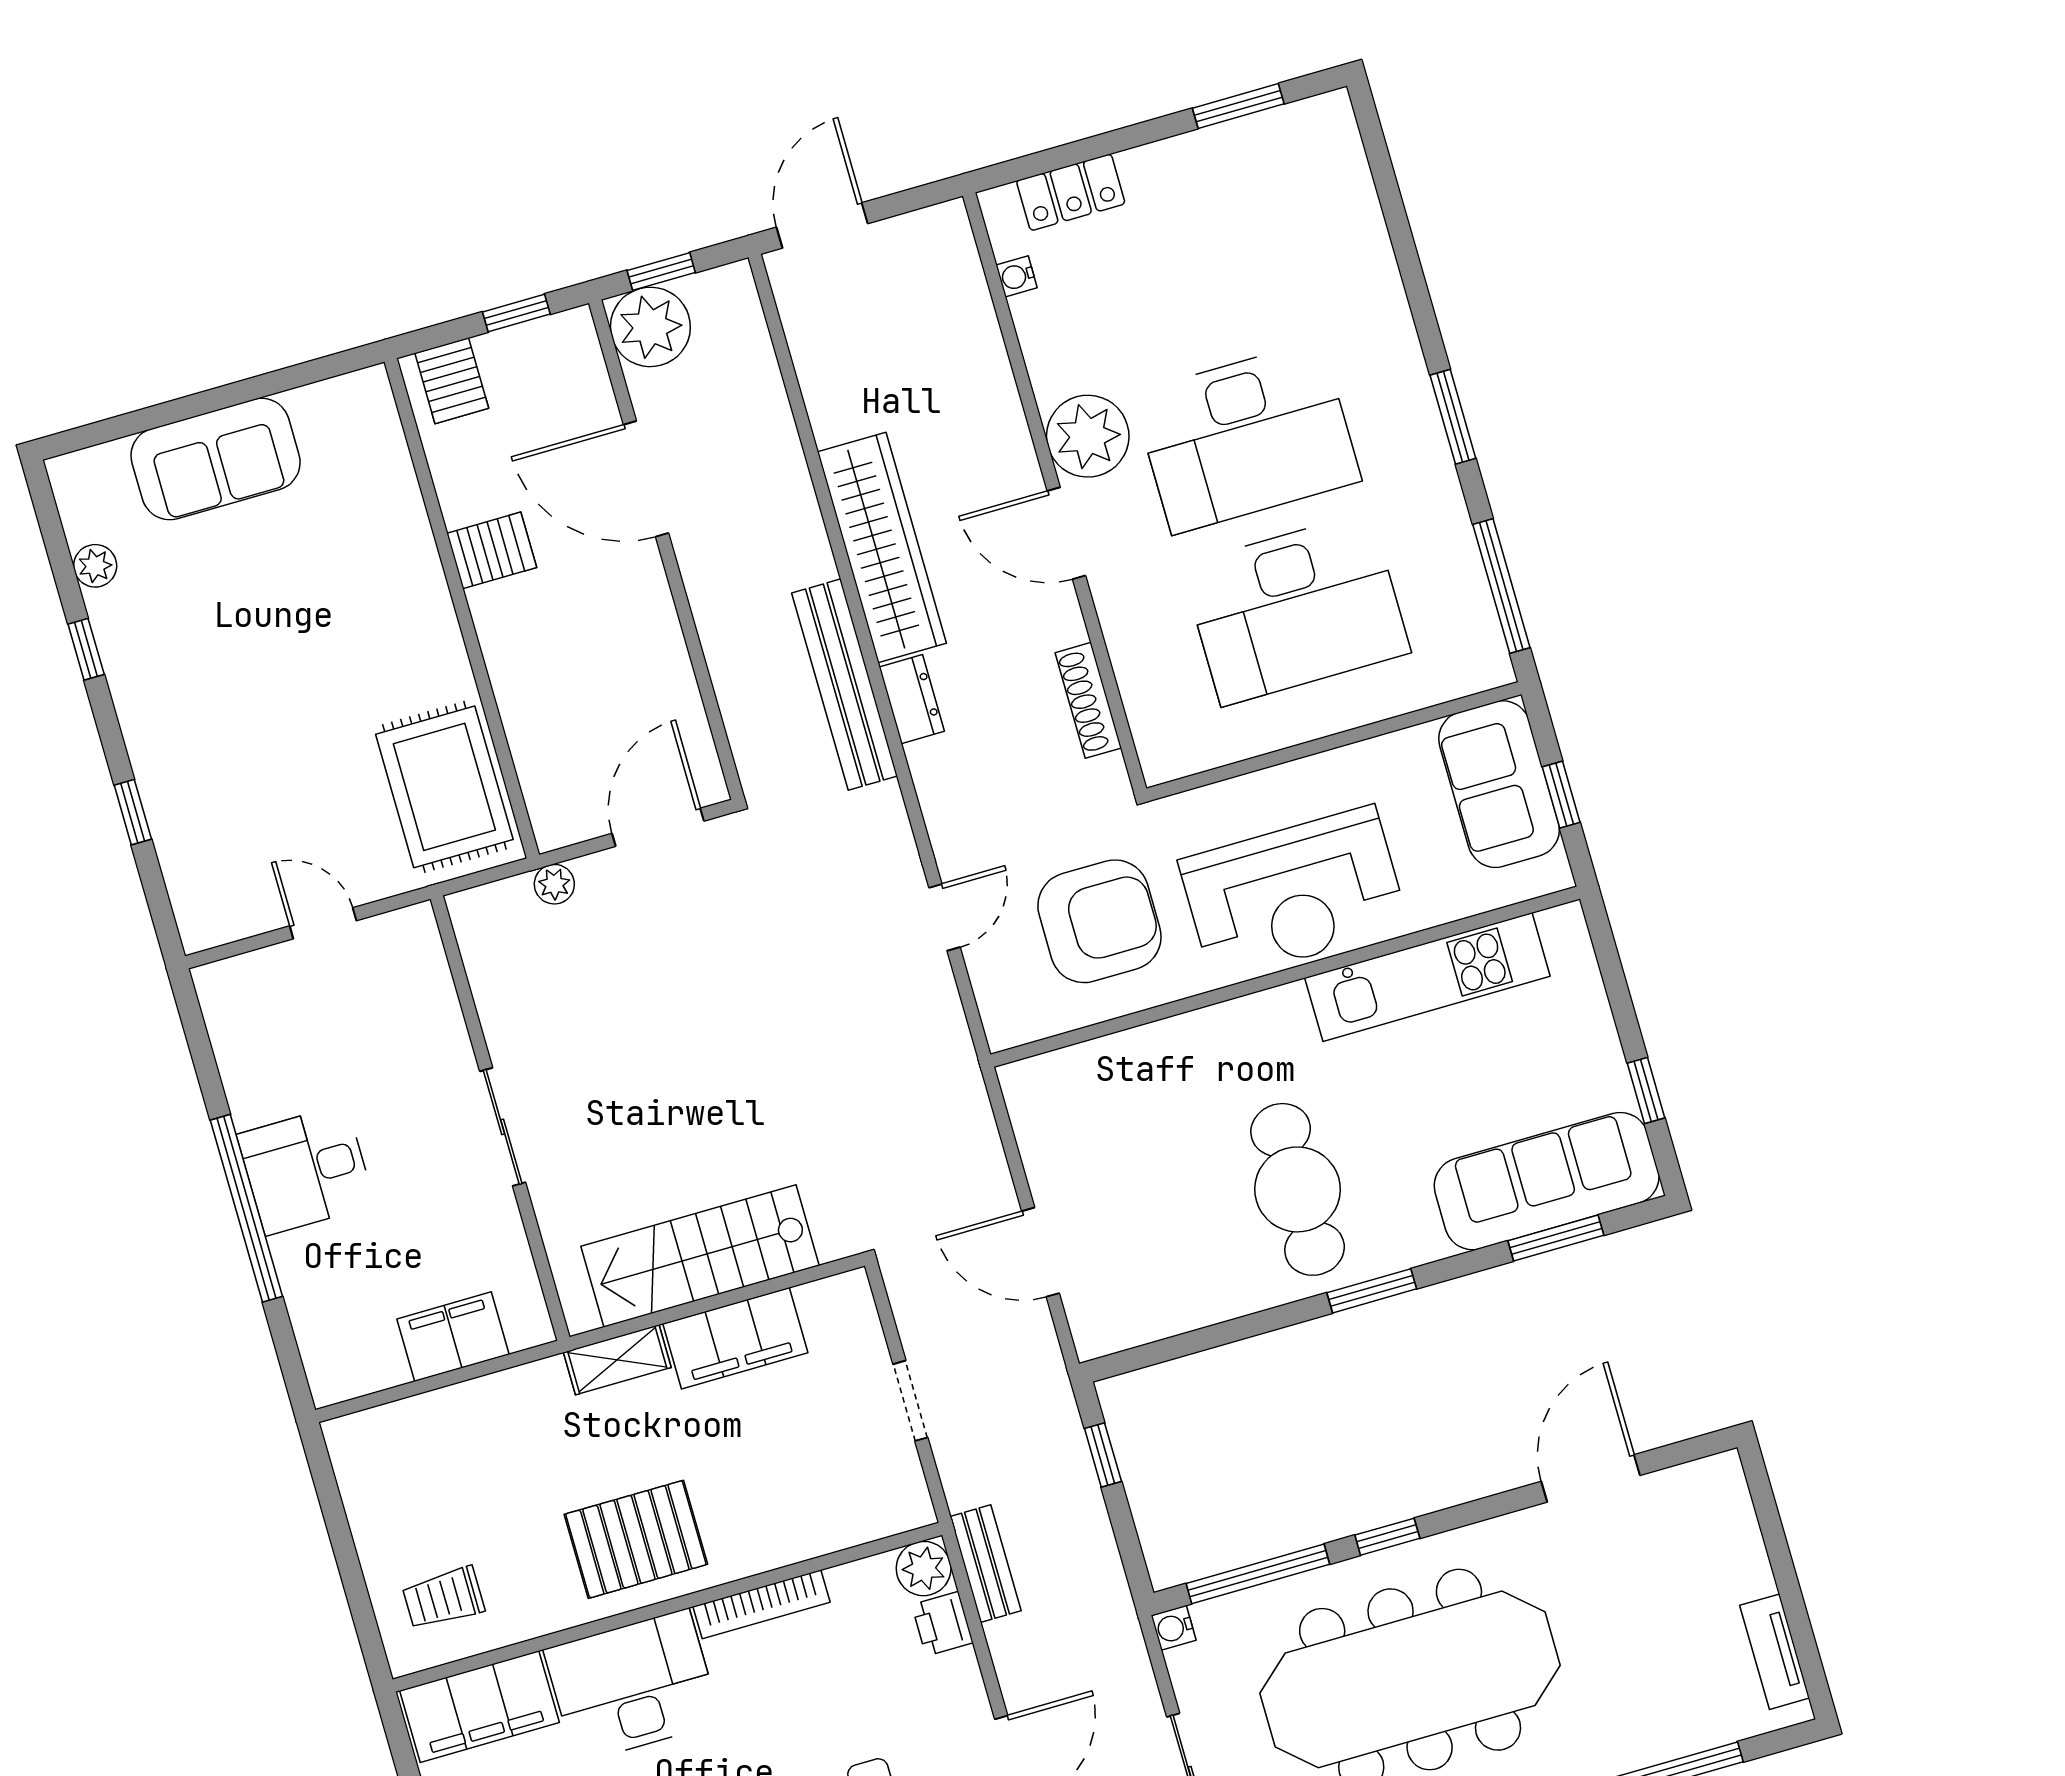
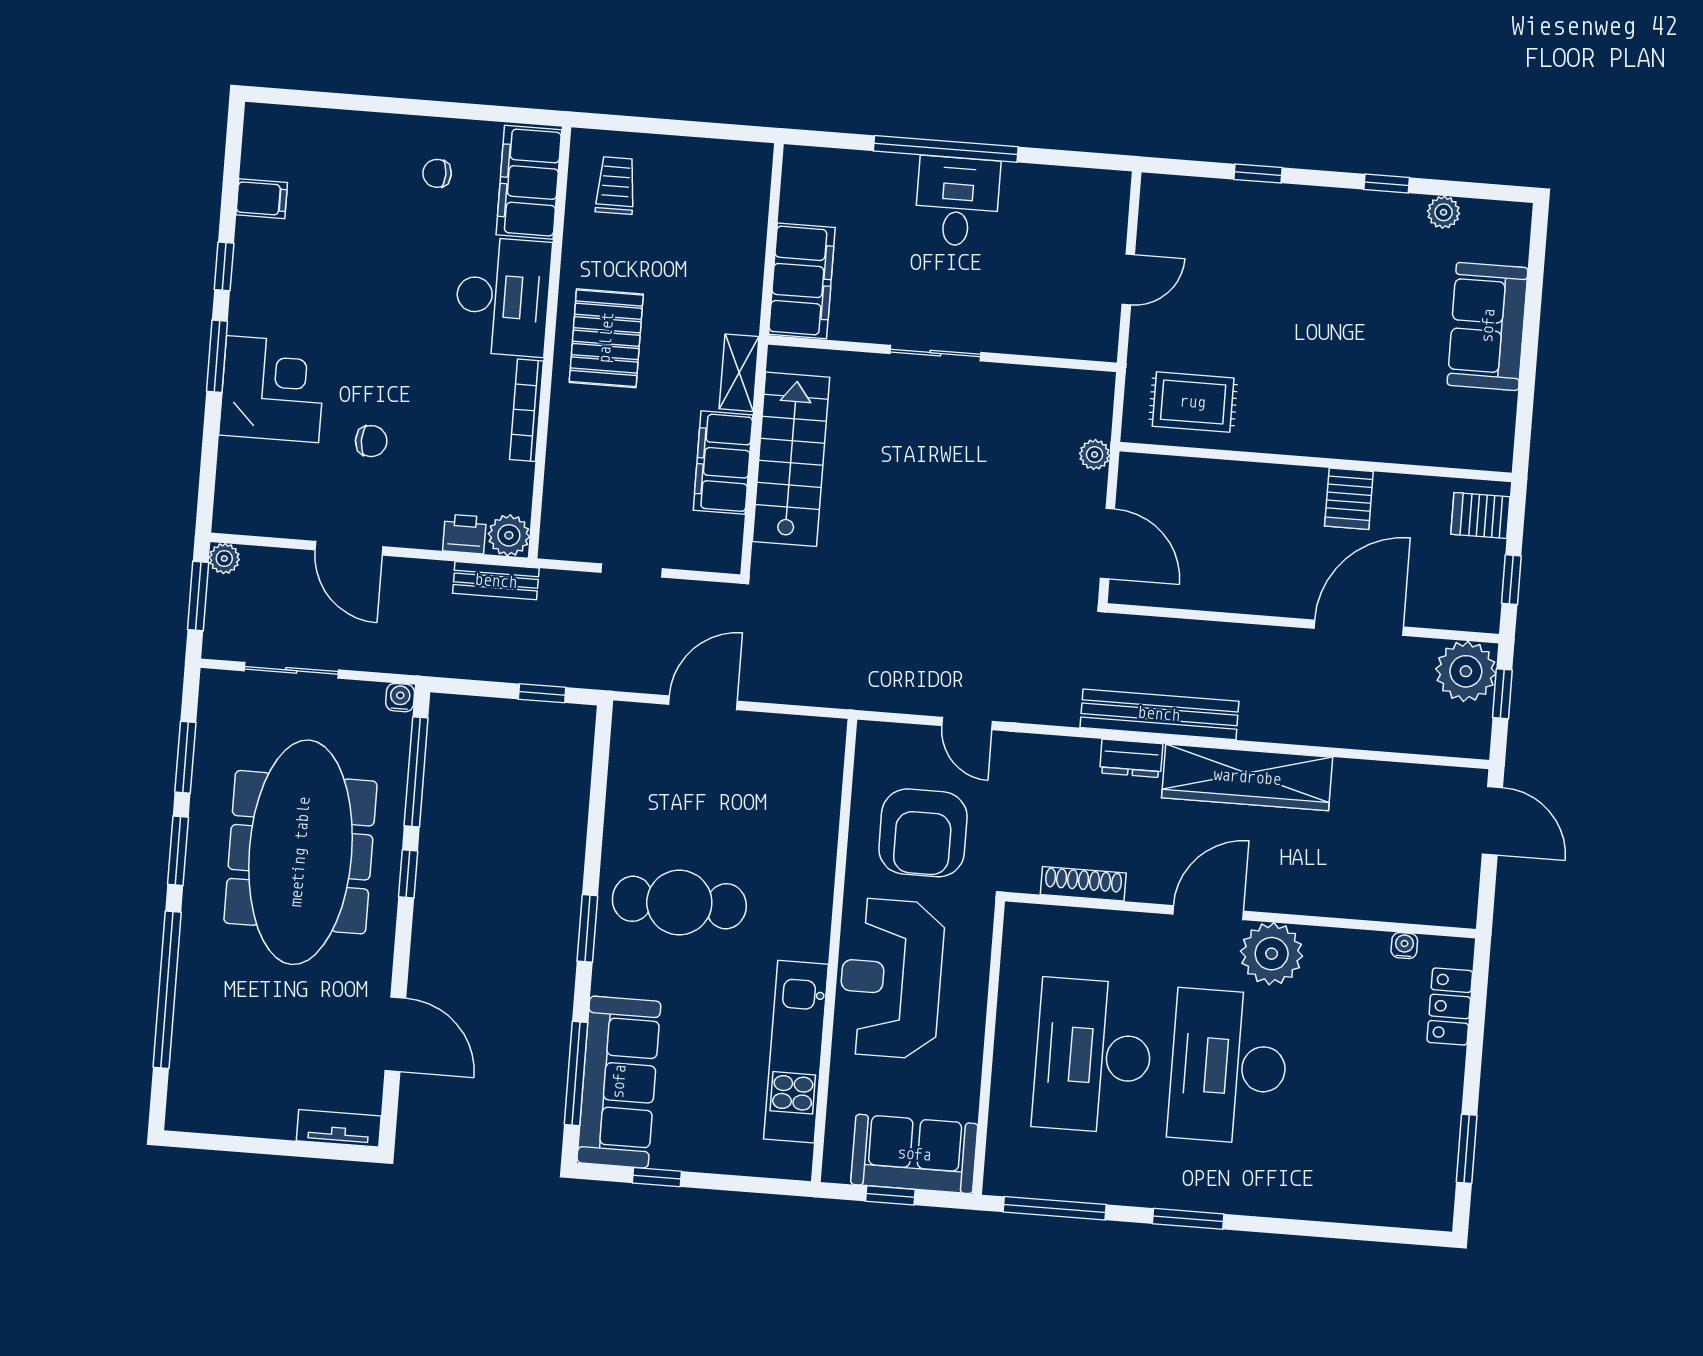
rug: (444, 787) -> (1193, 402), width x0.73, depth x0.70
window: (1556, 1238) -> (576, 1074), width x1.44
filing cabinet: (453, 1337) -> (802, 281), width x1.50, depth x1.17
tv unit: (1775, 1652) -> (339, 1128), moved

